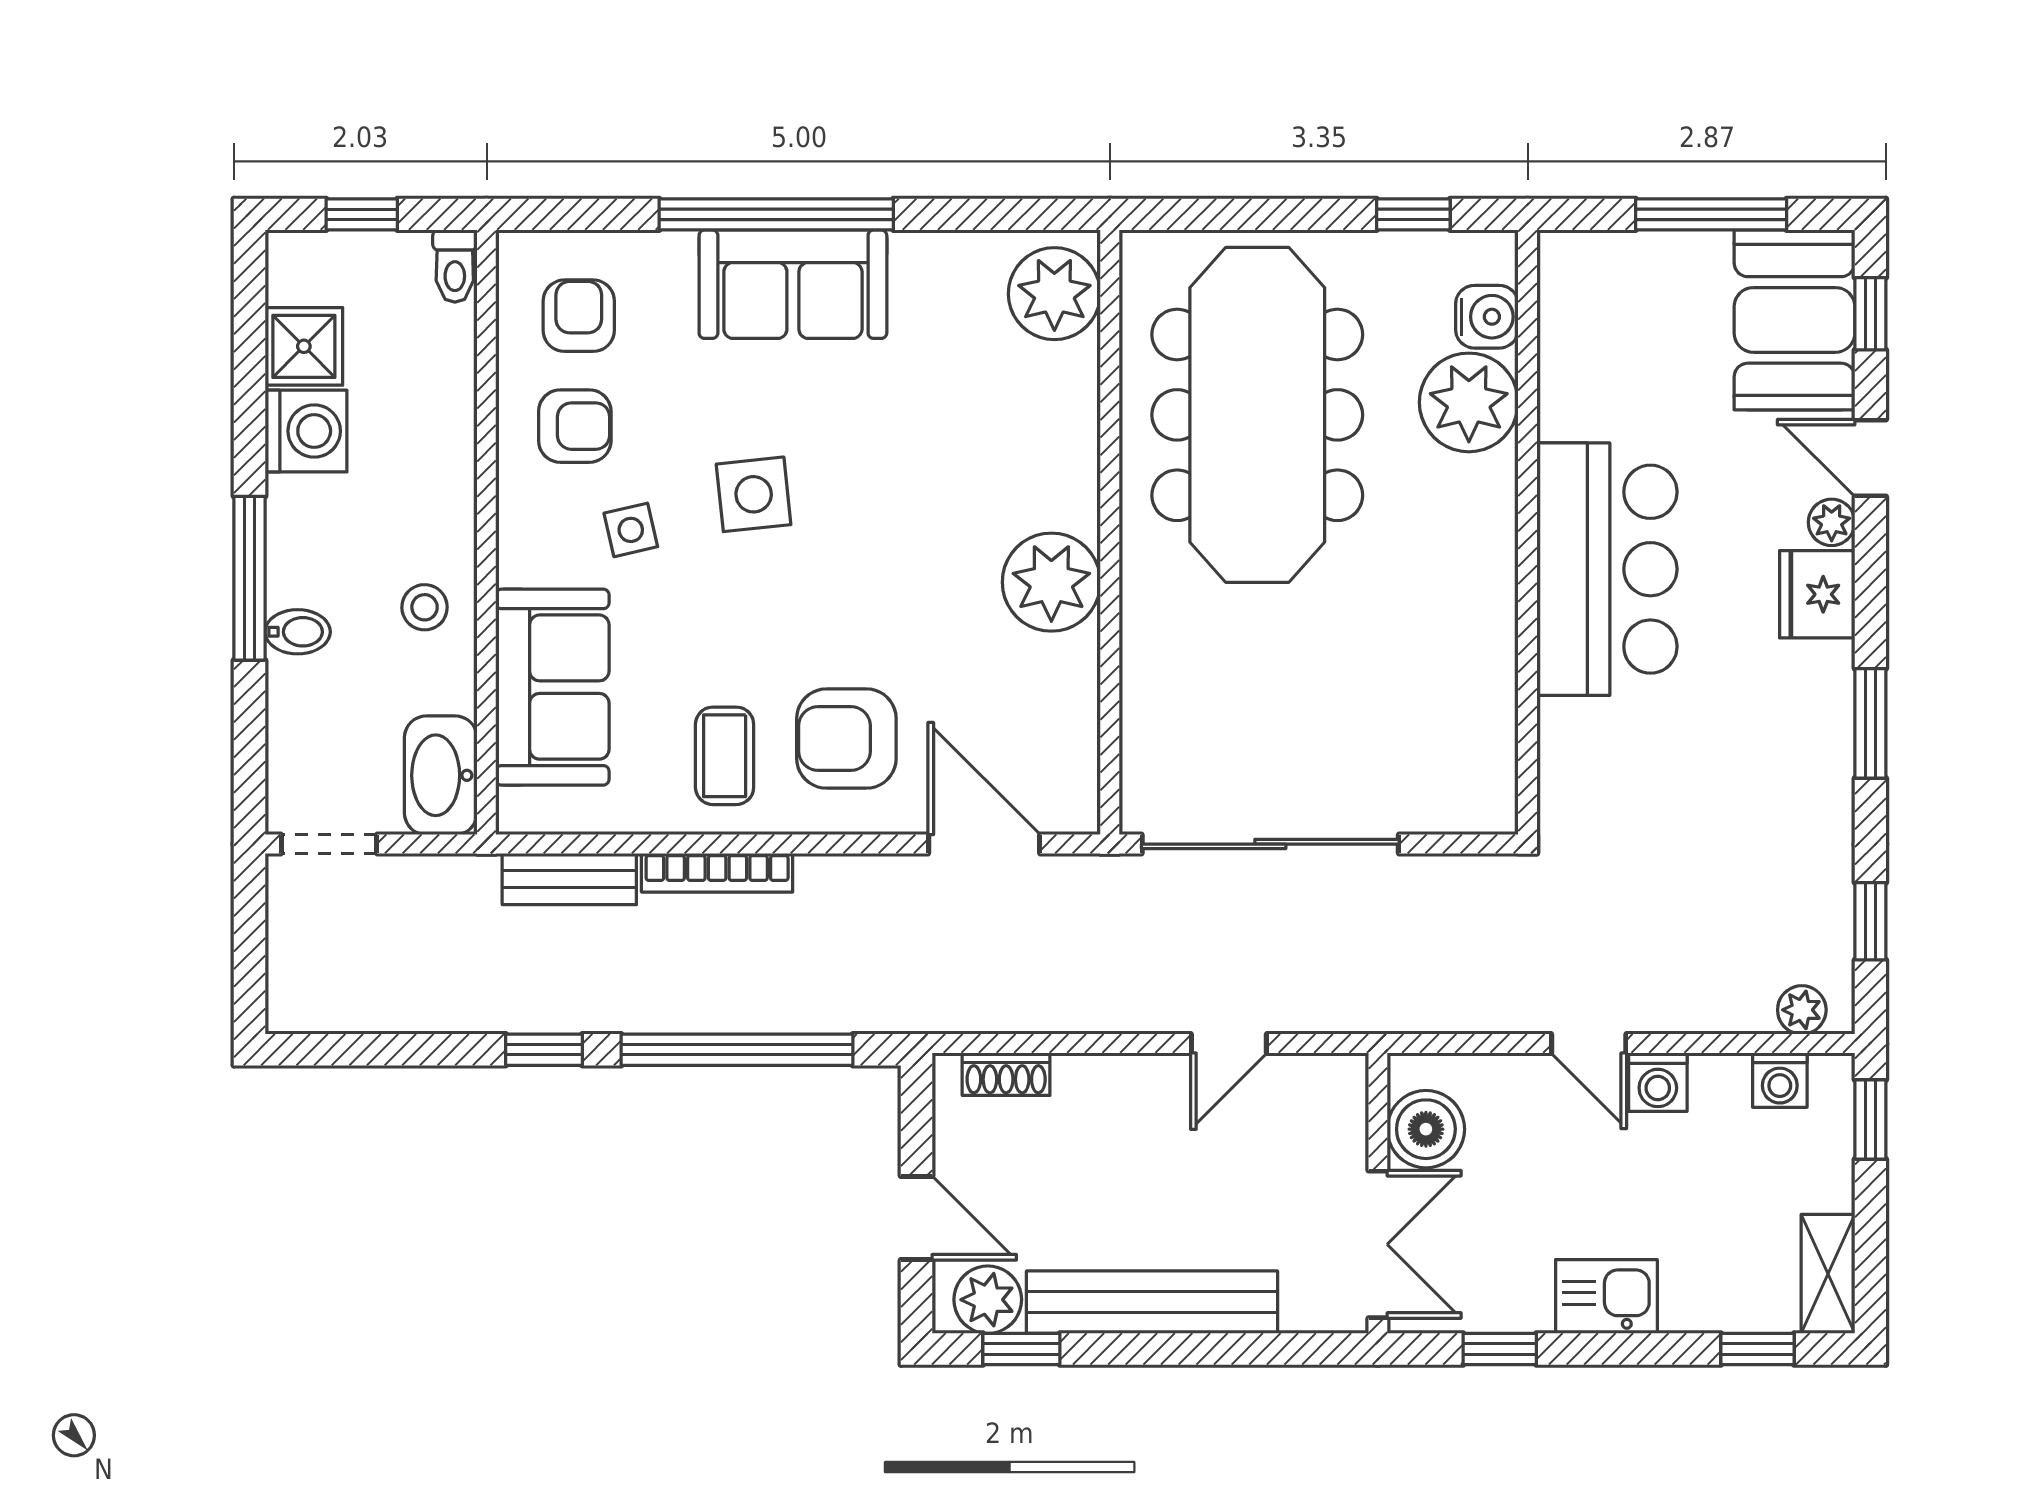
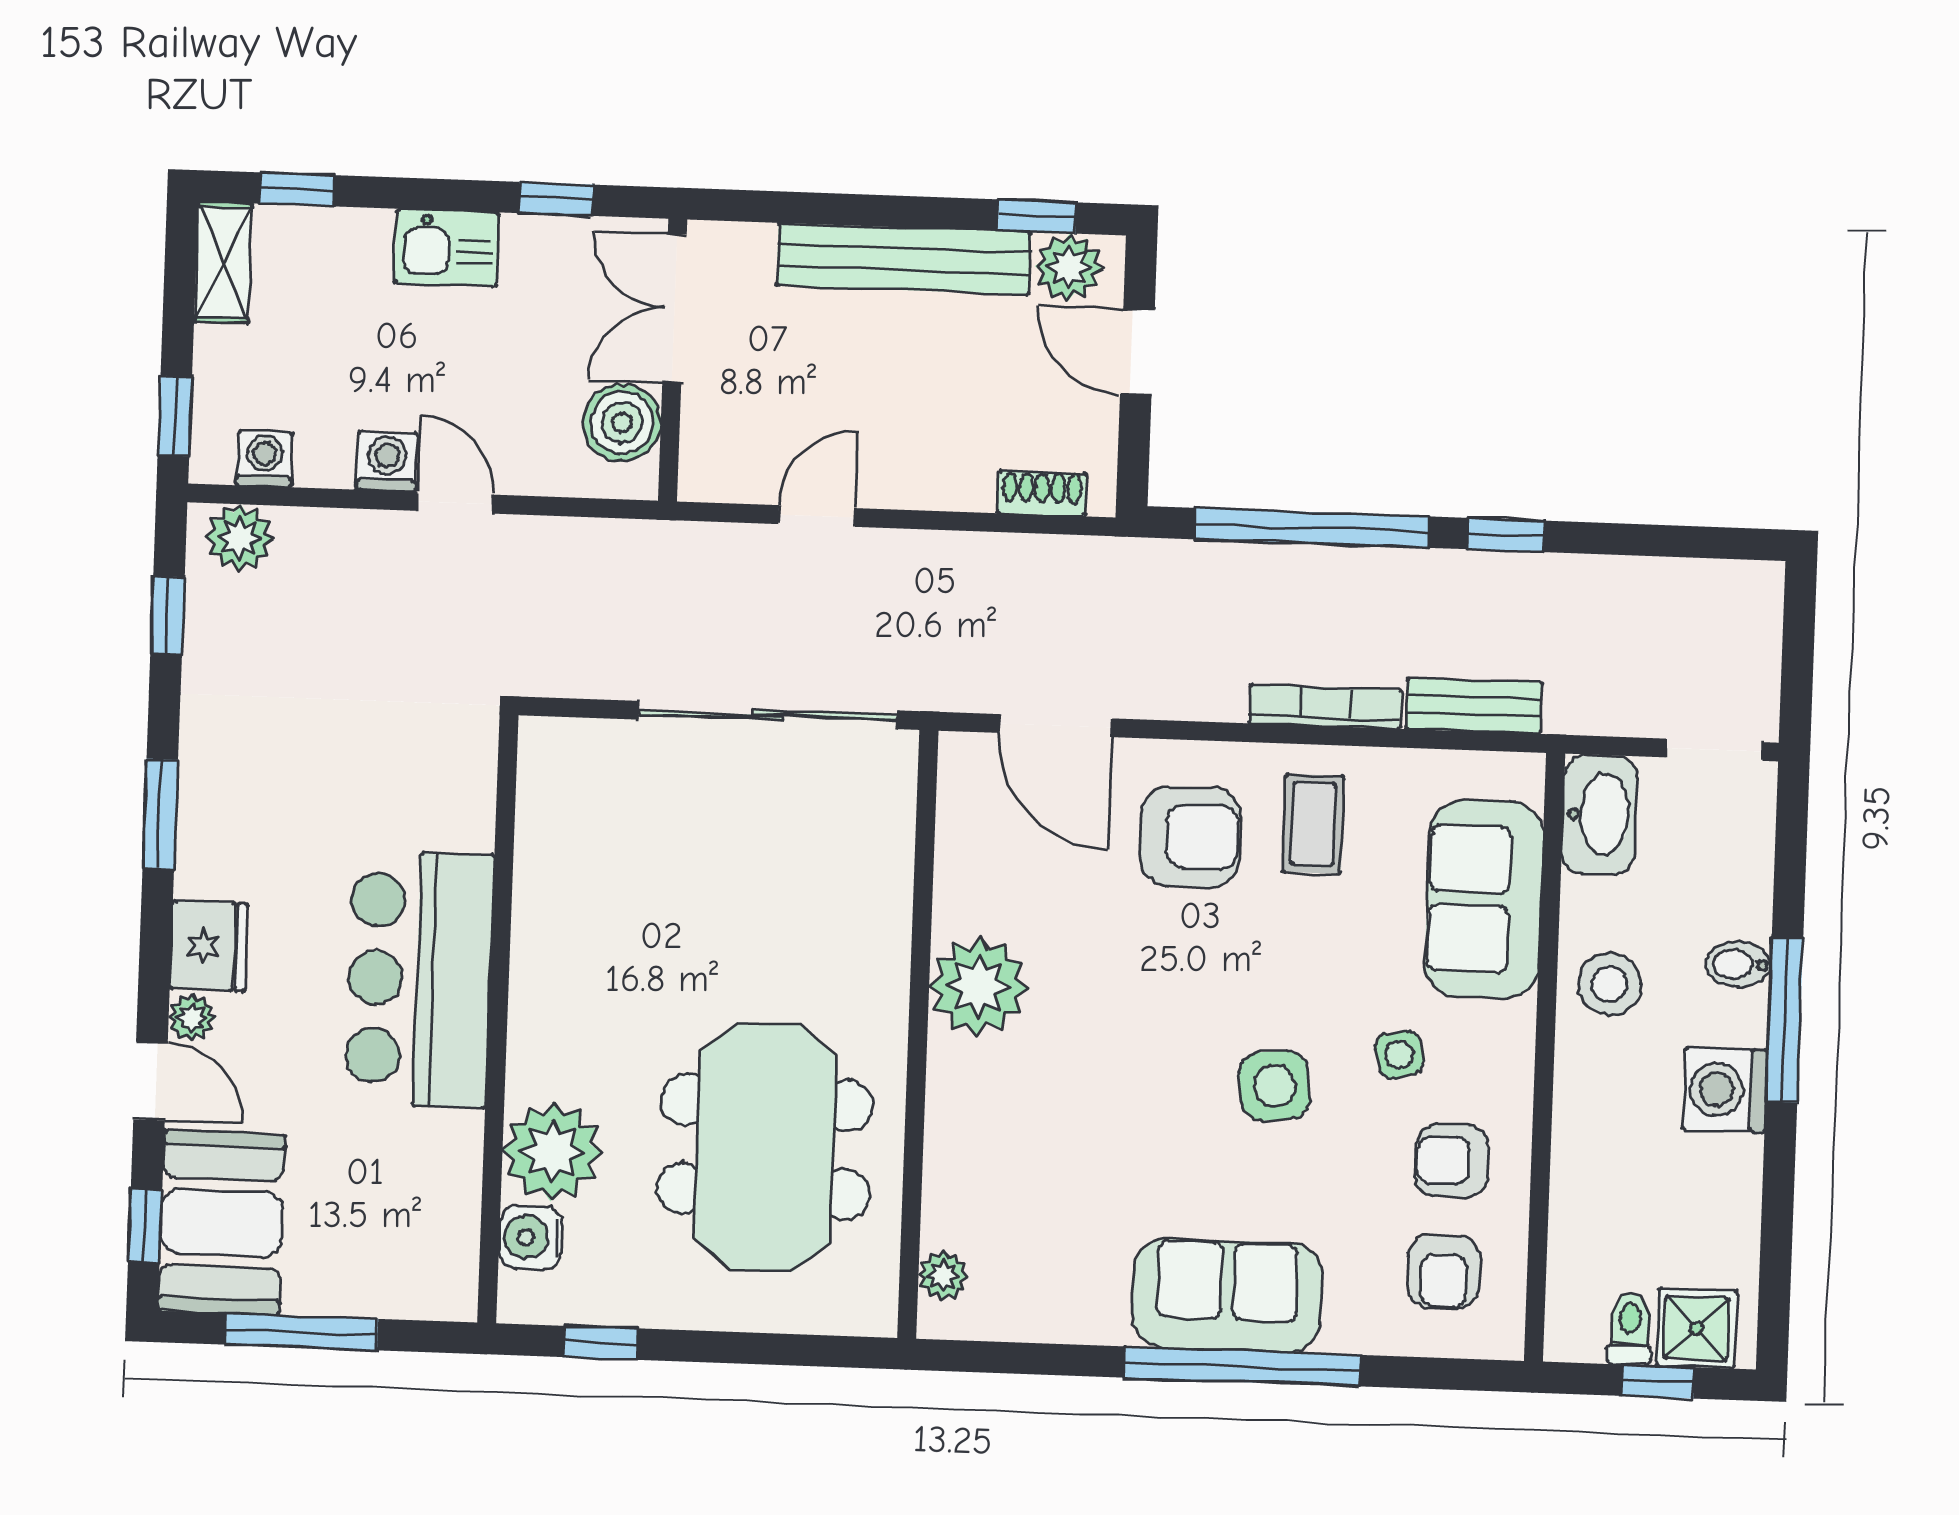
toilet: (455, 266) -> (1630, 1328), moved
plant: (1054, 294) -> (943, 1275), width x0.53, depth x0.53
shower: (304, 346) -> (1696, 1328), moved
meeting table: (1257, 415) -> (765, 1147), width x0.73
washing machine: (306, 431) -> (1725, 1090), moved
stool: (425, 607) -> (1609, 984), width x1.37, depth x1.37
plant: (1802, 1010) -> (239, 538), width x1.38, depth x1.38

